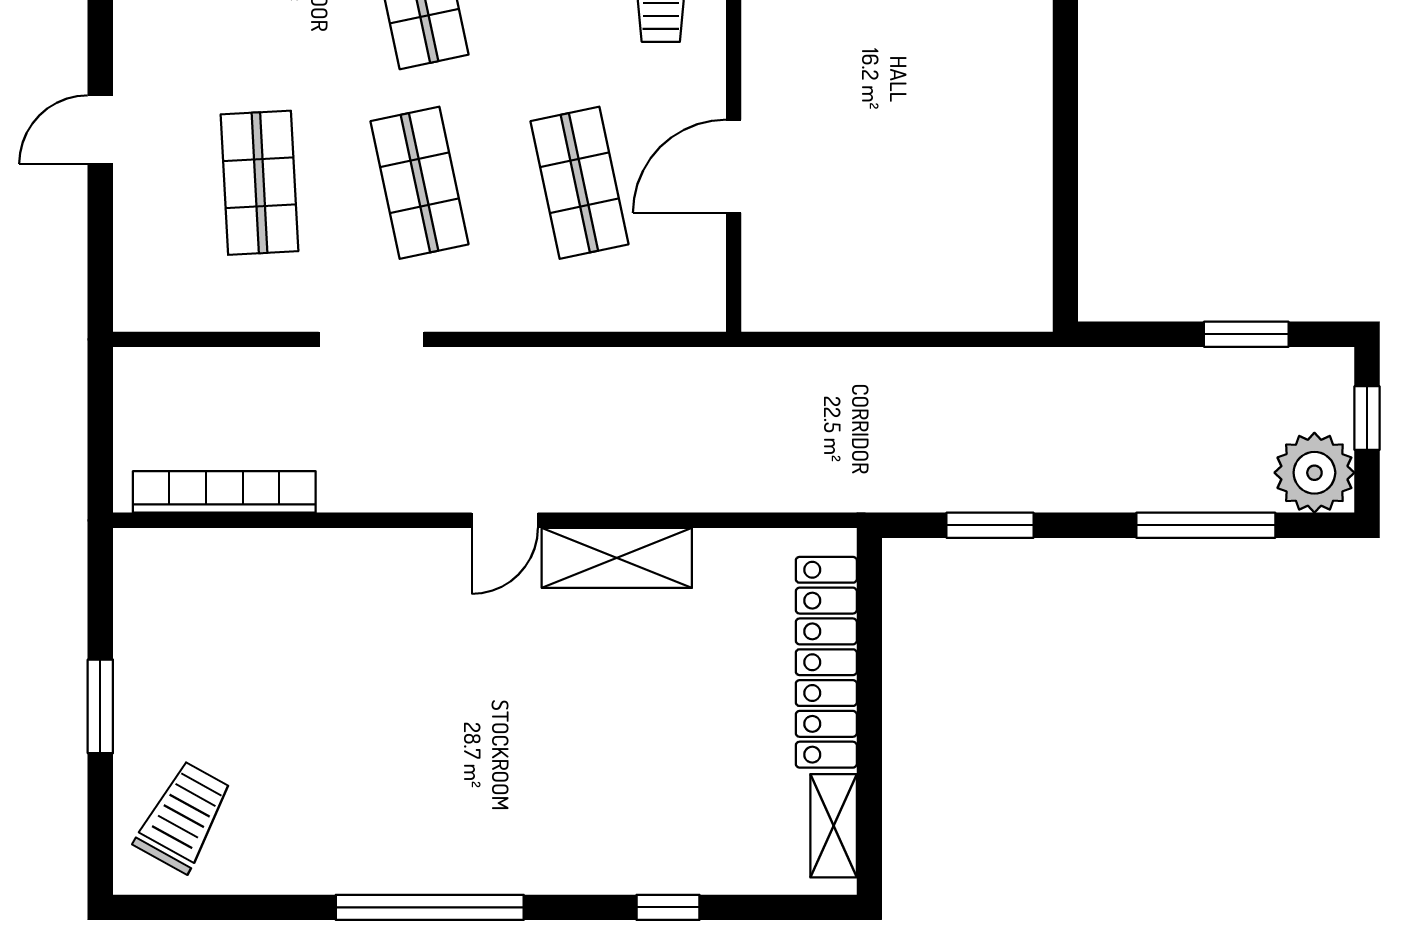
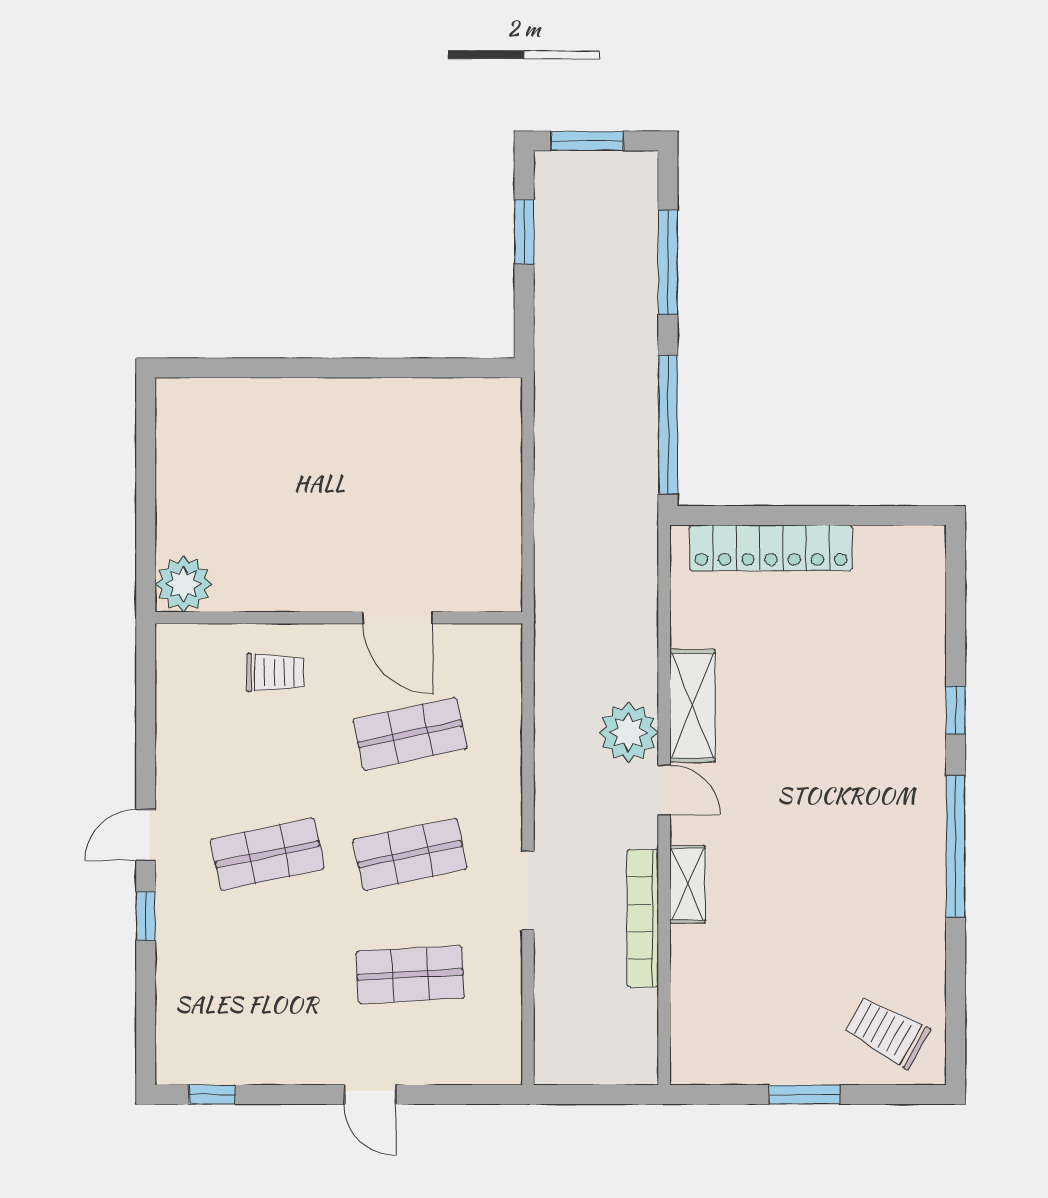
window: (1367, 418) -> (587, 141), width x1.50
plant: (1314, 473) -> (628, 733), moved
bookcase: (224, 492) -> (643, 918), moved
window: (990, 525) -> (668, 425), width x2.11
shelving: (834, 826) -> (687, 884), moved, turned 90
window: (668, 907) -> (956, 710), moved

